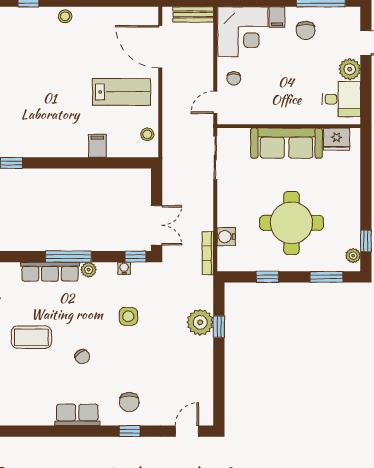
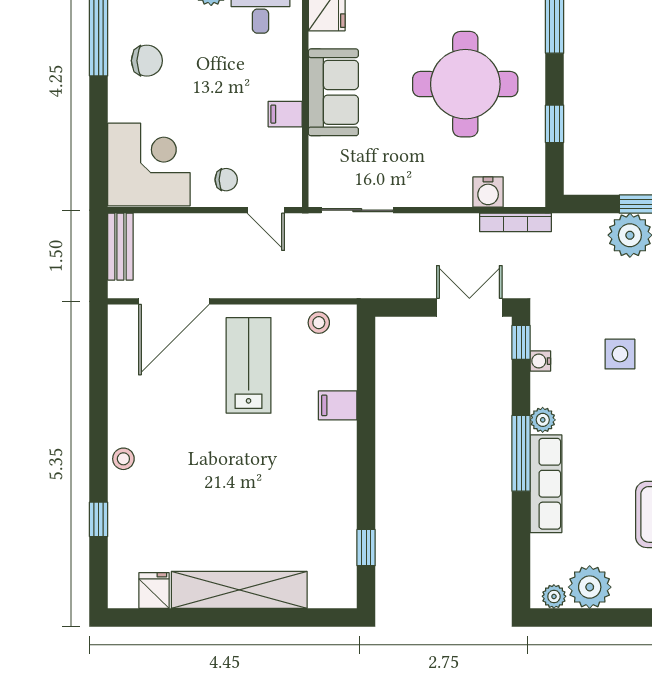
filing cabinet: (277, 17) -> (285, 114), moved, turned 180
sofa: (286, 143) -> (333, 92), width x0.73

